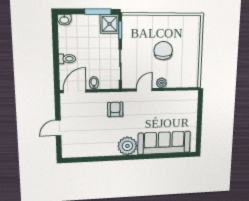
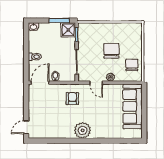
chair: (187, 68) -> (132, 65), added
door: (144, 90) -> (96, 83), swing flipped
door: (58, 128) -> (26, 127), moved
sofa: (164, 143) -> (133, 106), moved, turned -90

